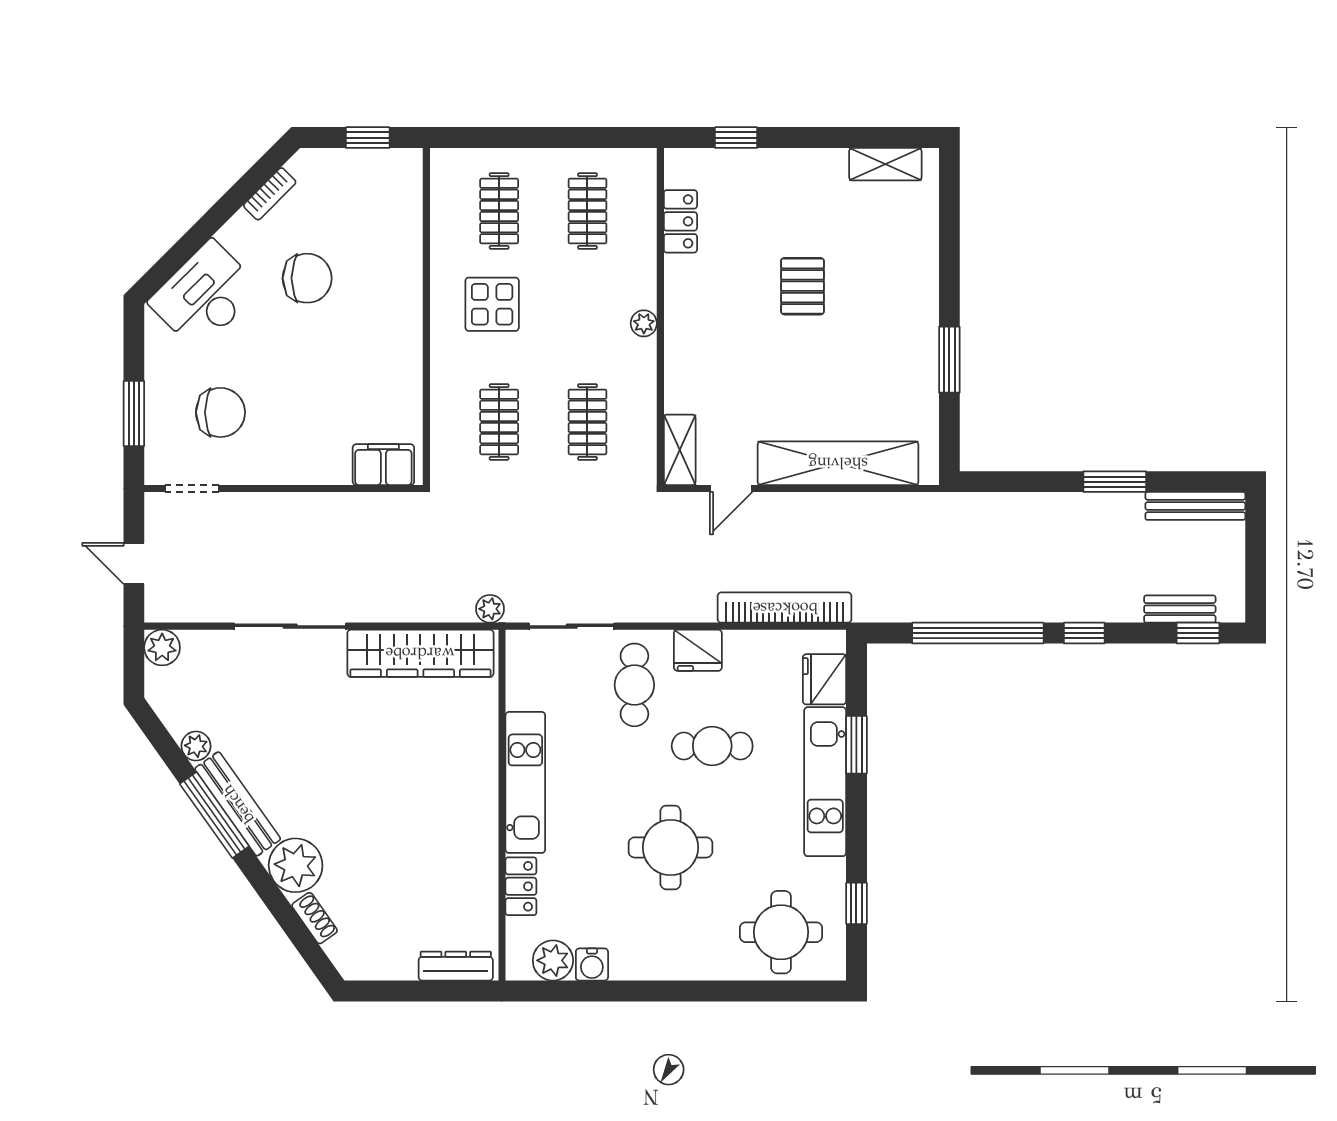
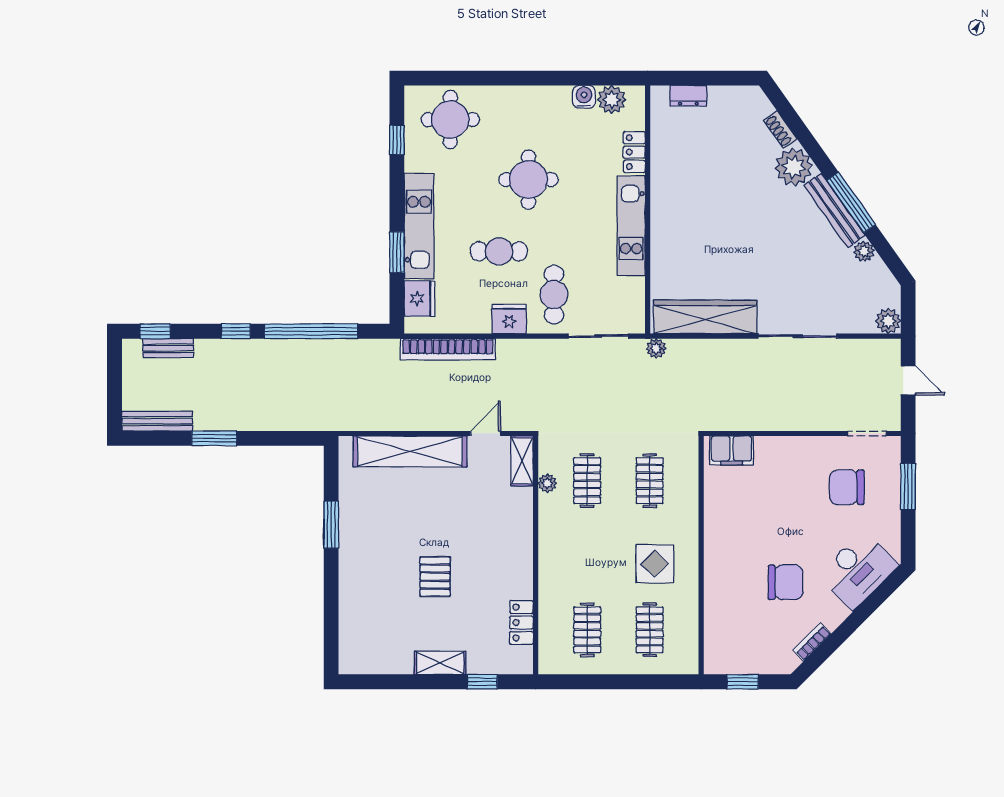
shelving: (885, 164) -> (440, 663), moved
chair: (307, 278) -> (785, 582), turned 180
plant: (644, 323) -> (547, 483), moved
dresser: (456, 966) -> (688, 96), width x0.70

